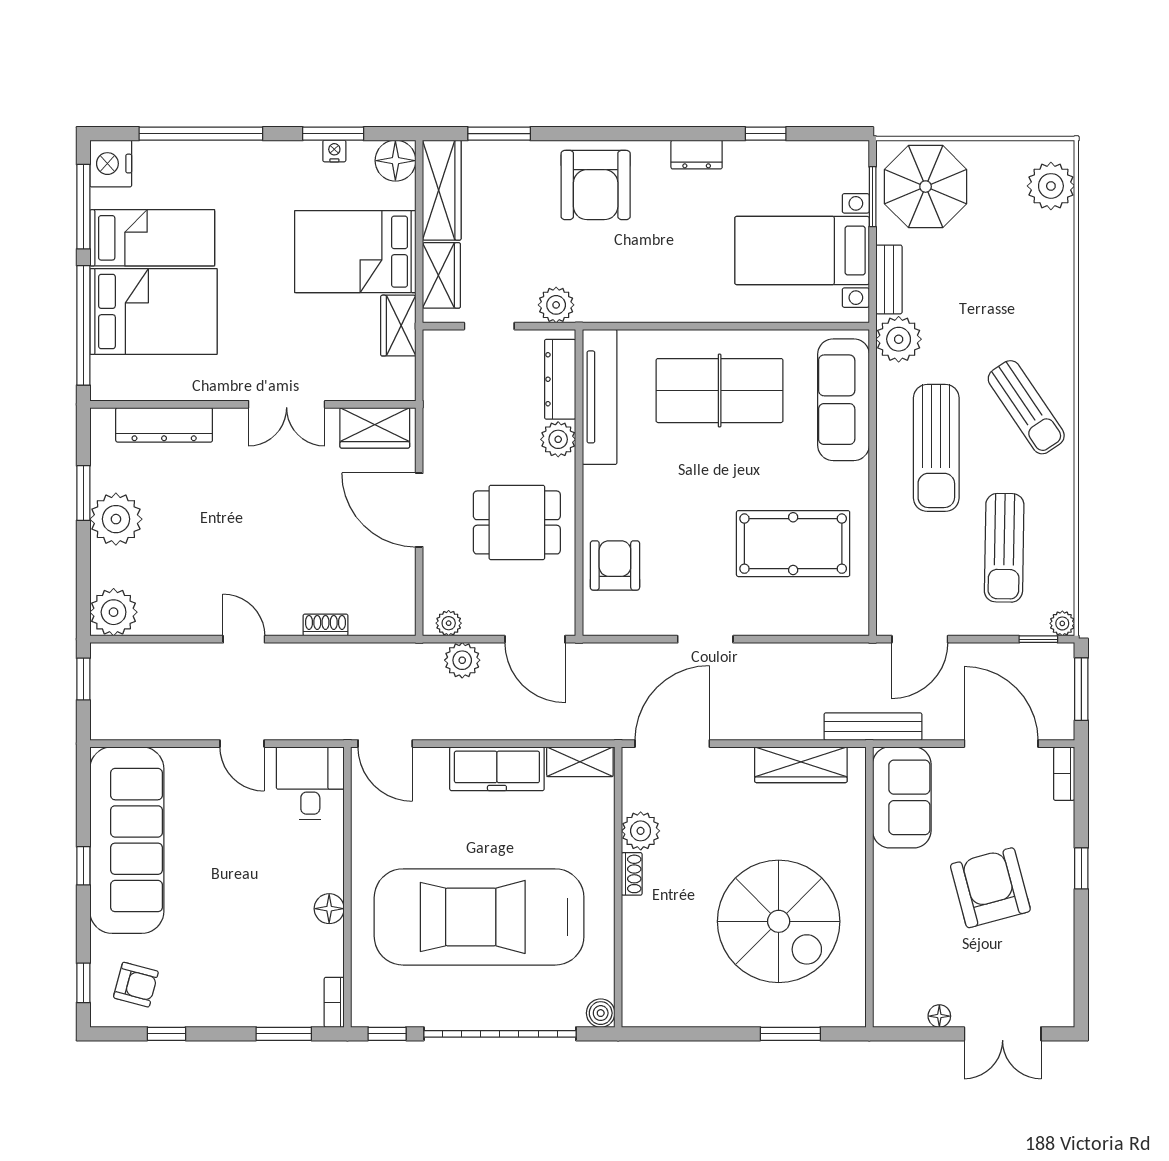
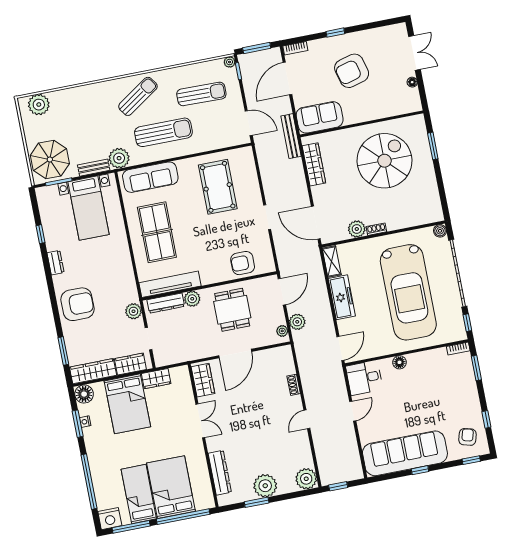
floor lamp: (329, 909) -> (399, 362), moved

